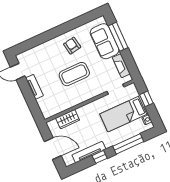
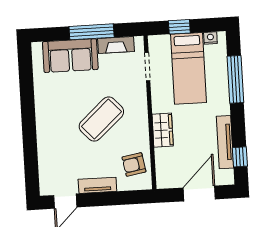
window: (118, 37) -> (92, 32), moved
armchair: (72, 46) -> (134, 164), moved
coffee table: (74, 74) -> (101, 119), turned 48
wardrobe: (68, 119) -> (163, 130), moved
window: (100, 157) -> (240, 157), moved

